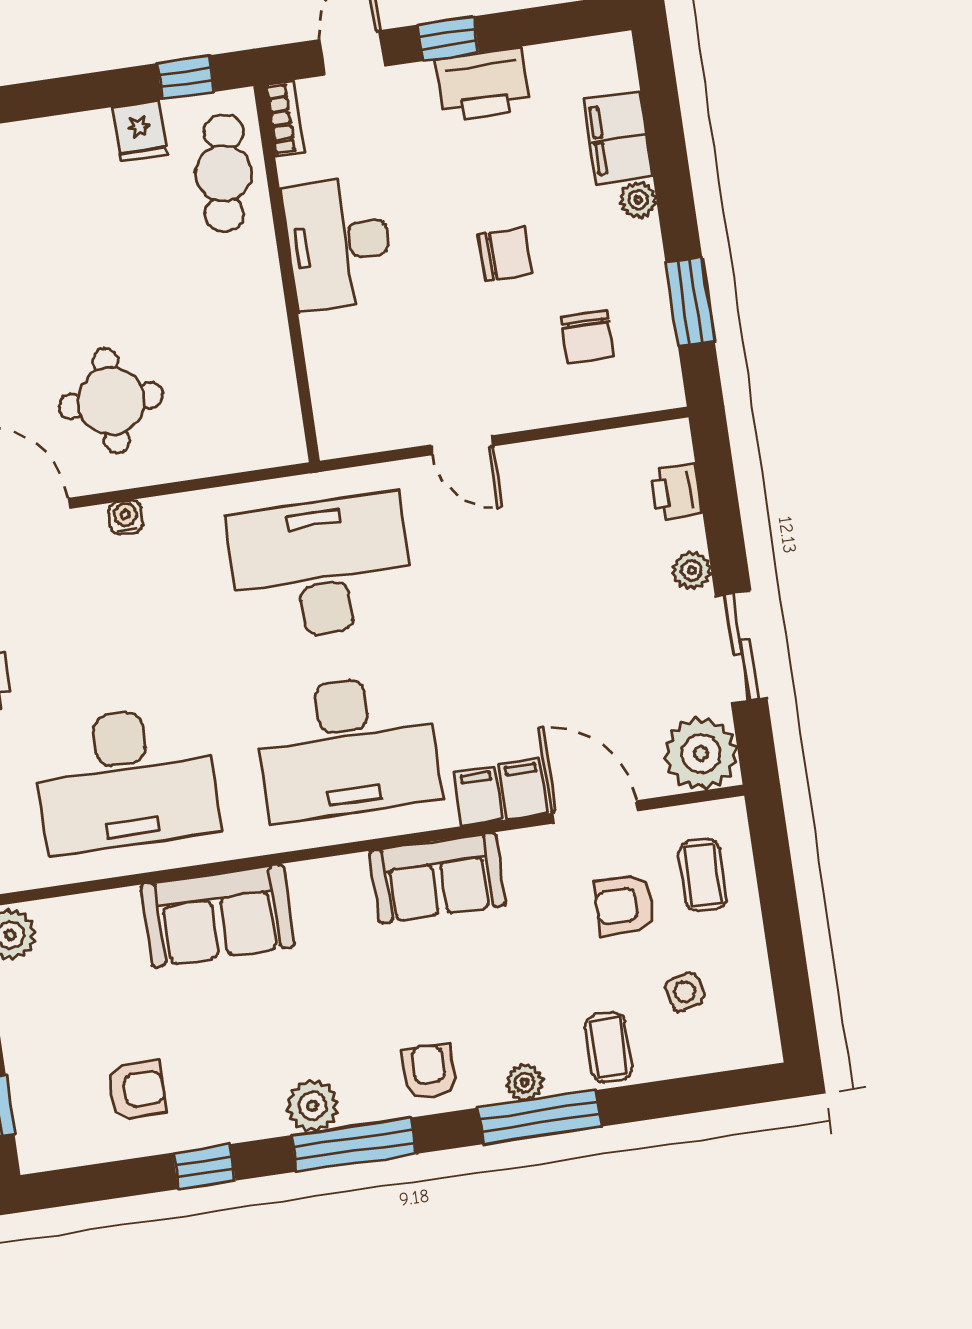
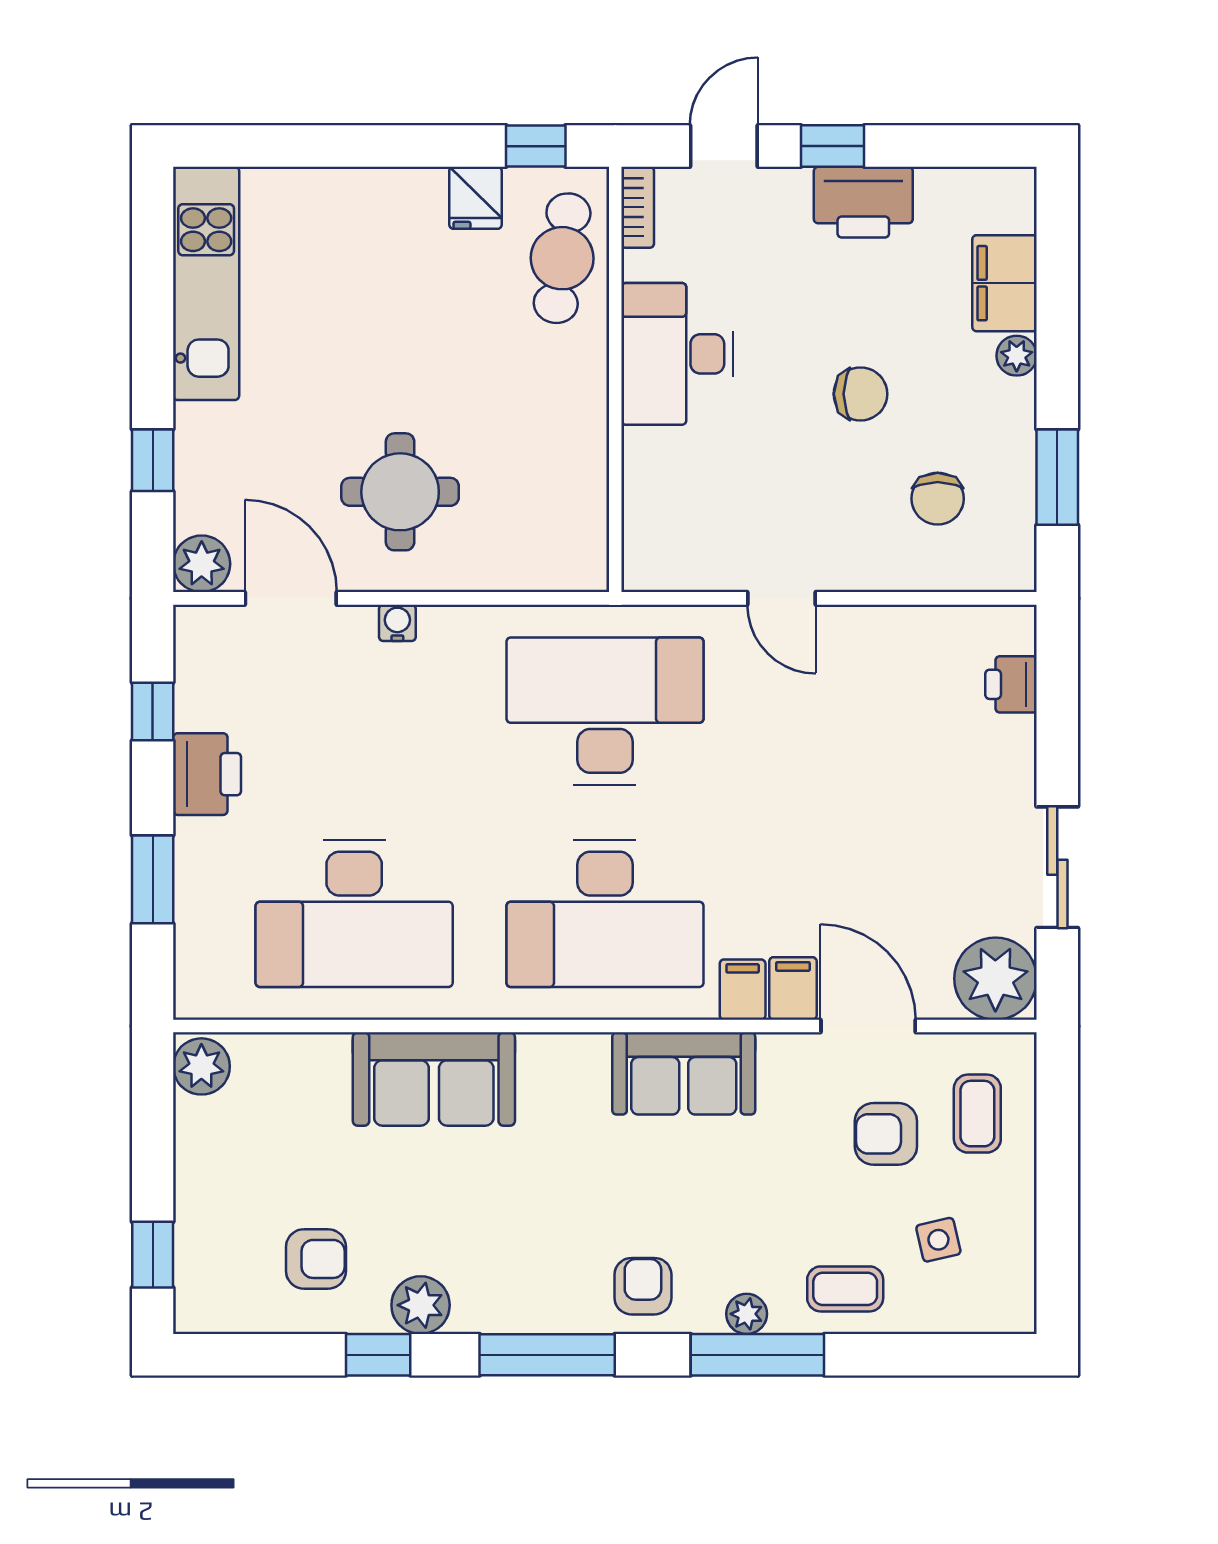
plant: (692, 570) -> (1015, 775), removed
coffee table: (609, 1047) -> (845, 1289), turned 90
plant: (313, 1106) -> (421, 1305), moved

